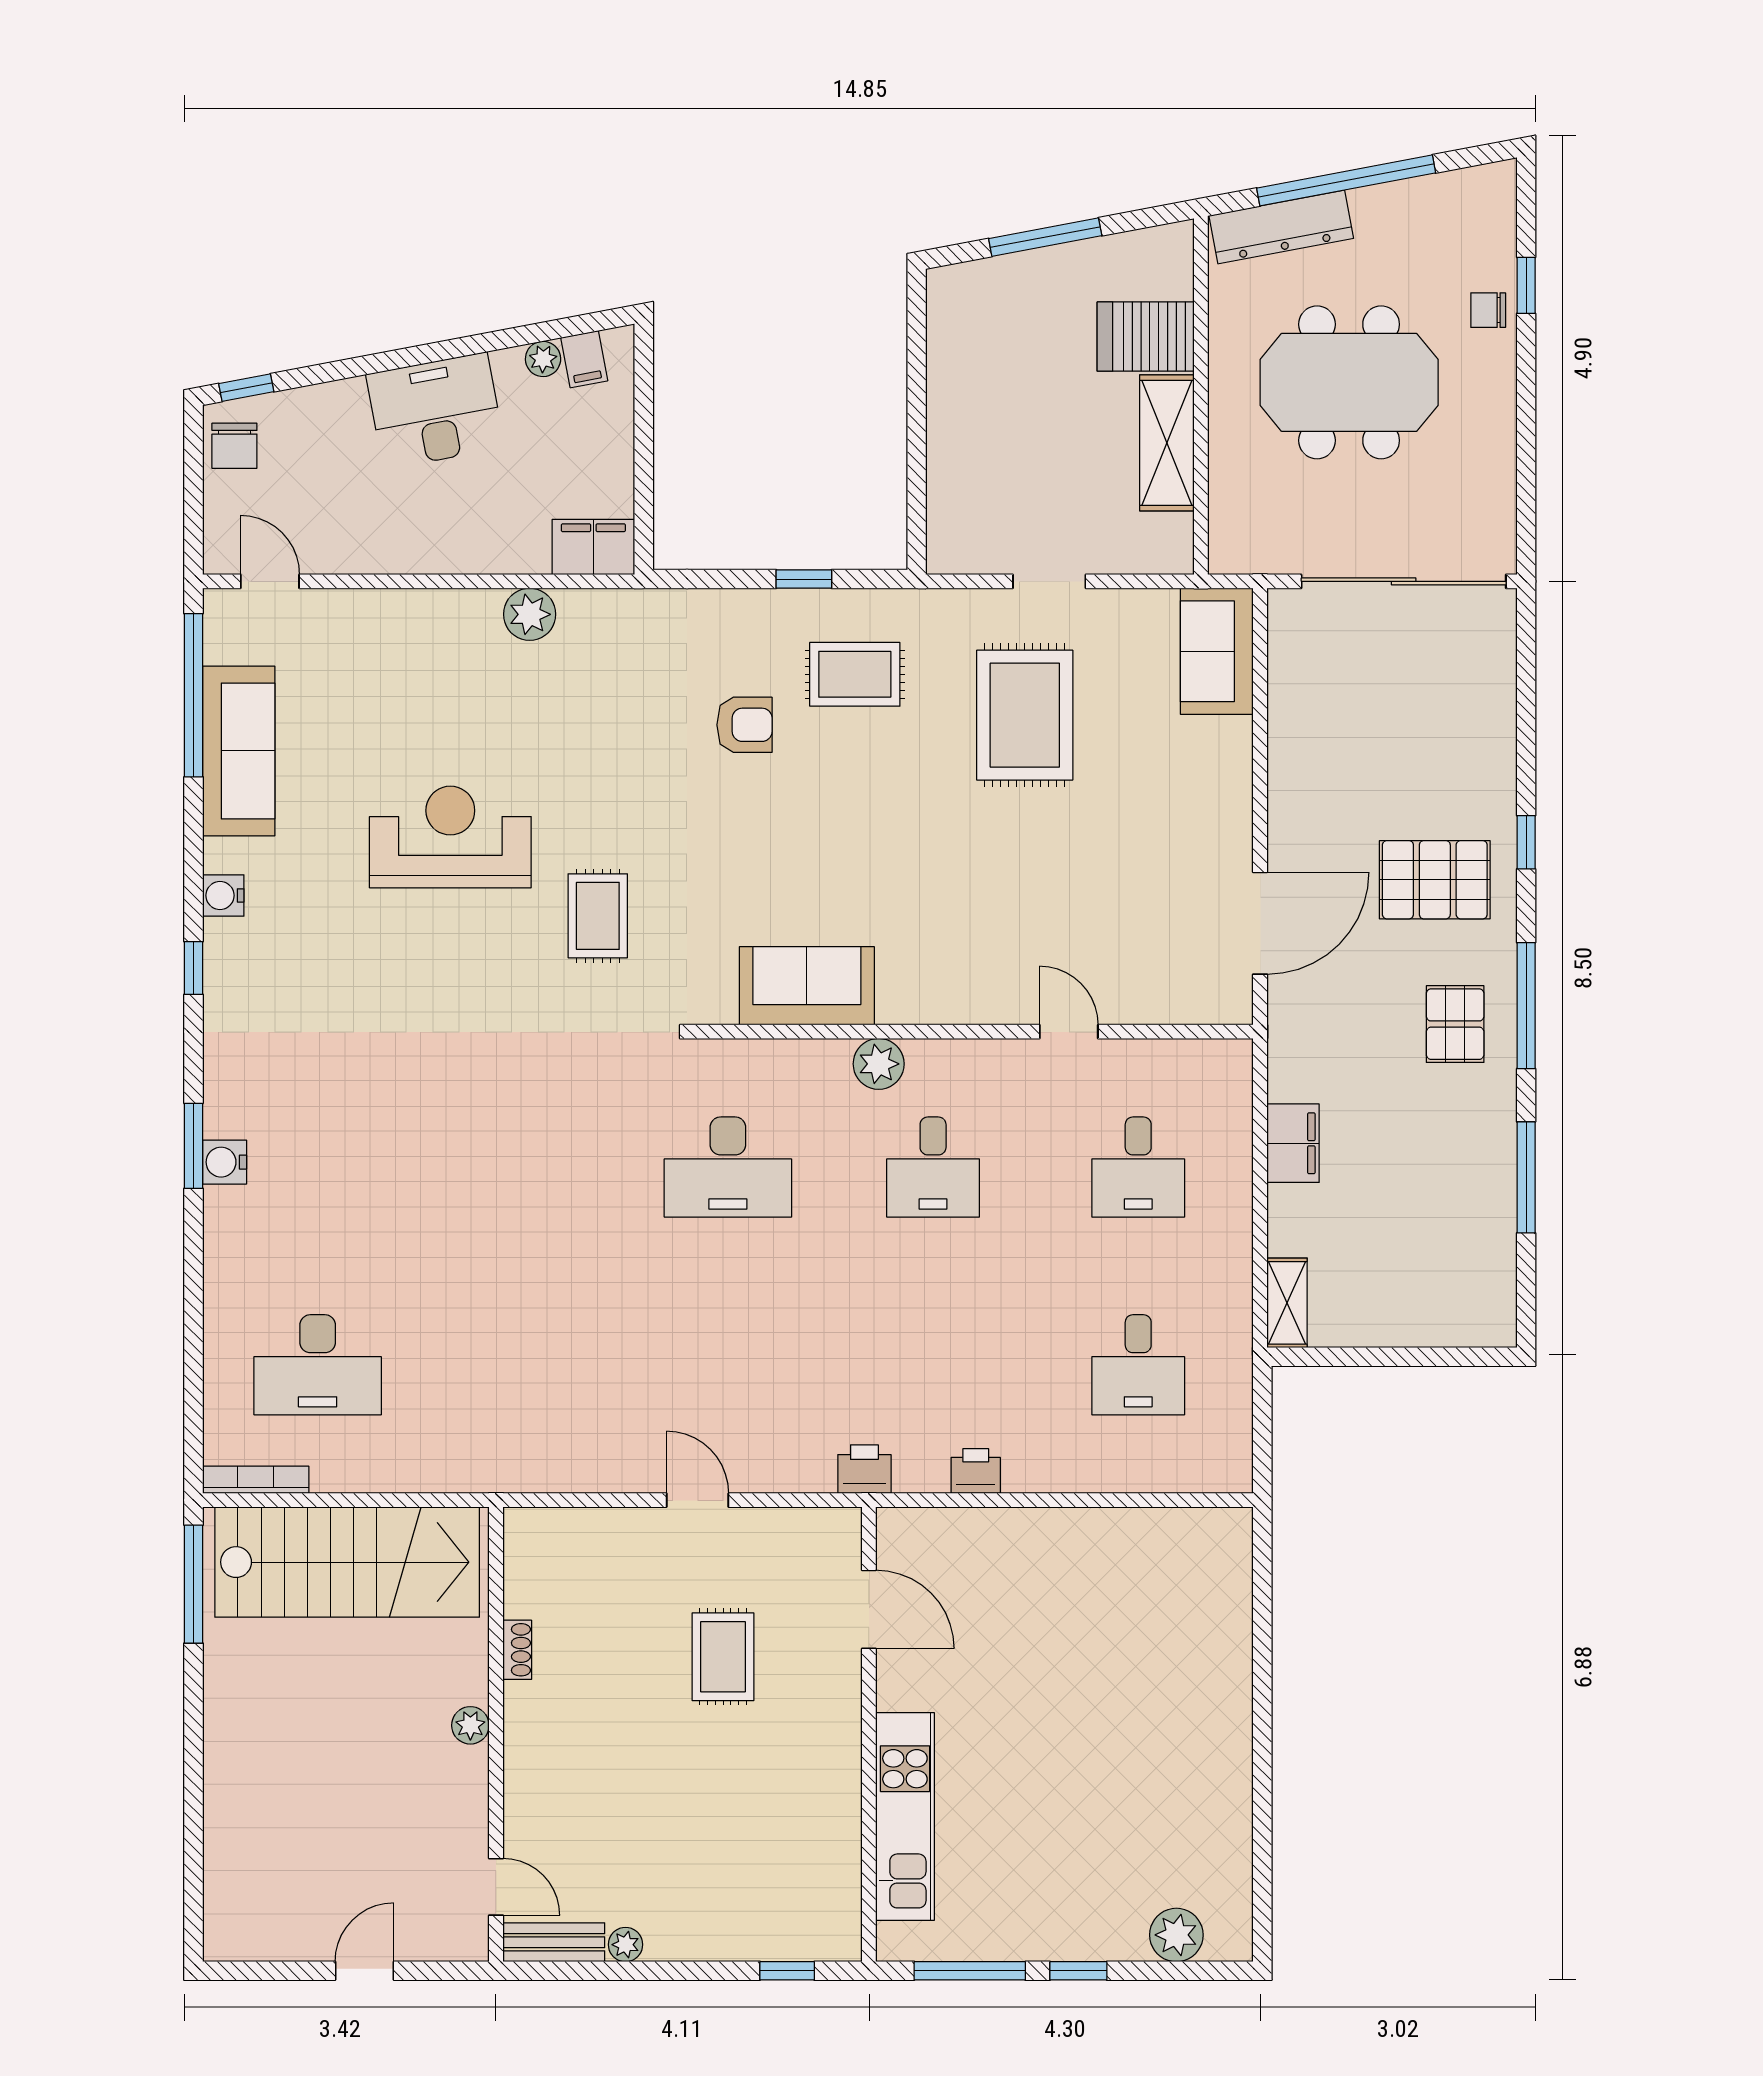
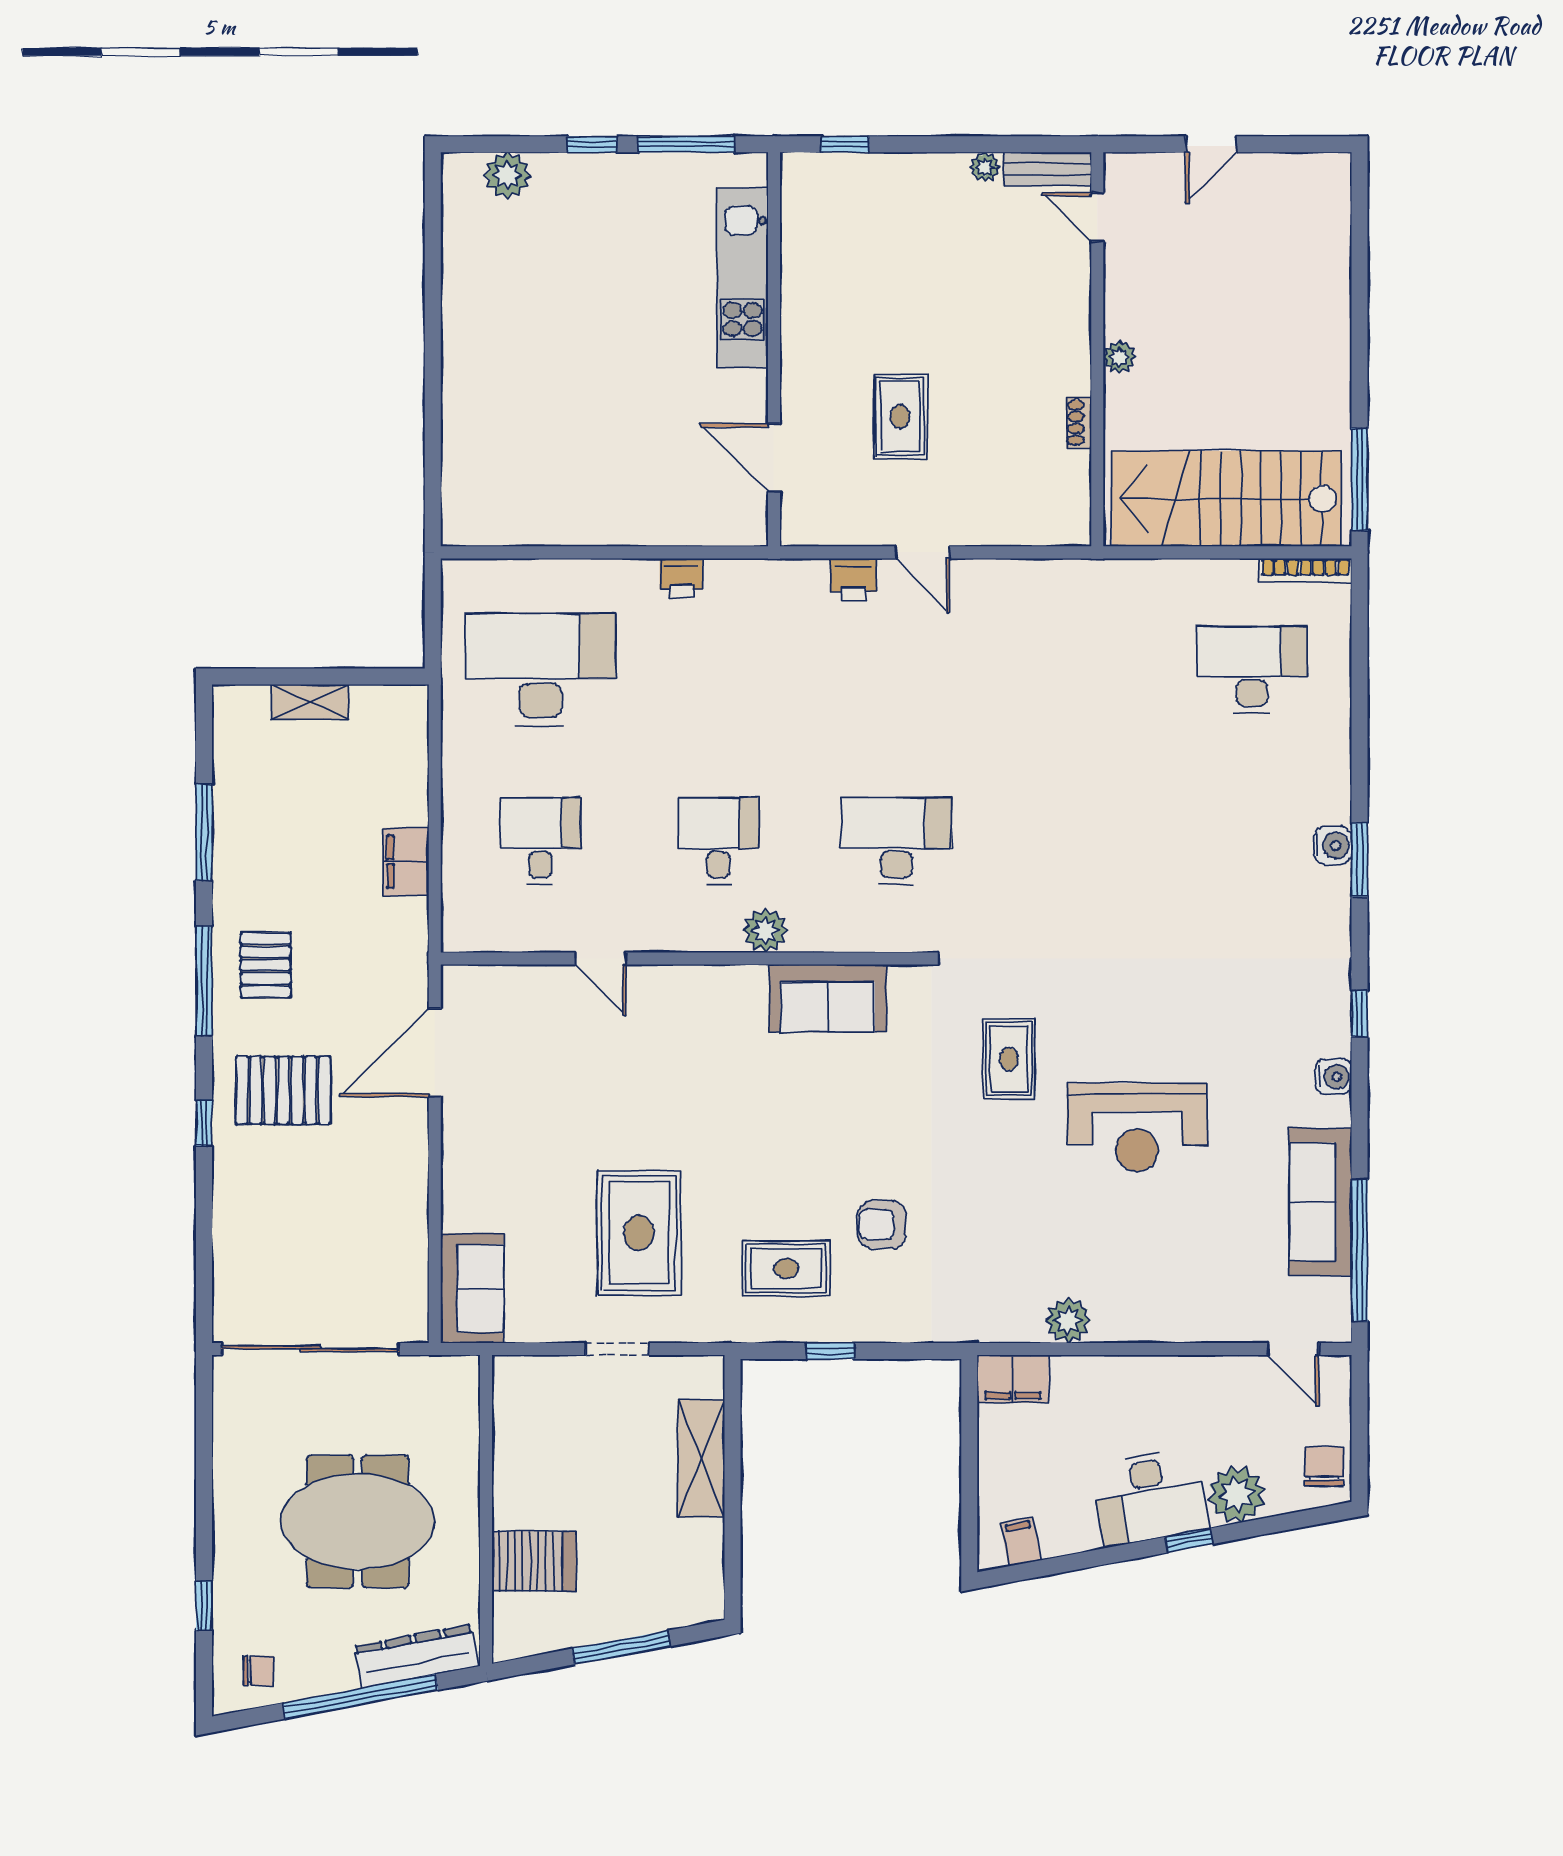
chair: (1488, 310) -> (258, 1671), moved
plant: (543, 359) -> (1236, 1494), moved, width x1.88, depth x1.88
window: (246, 388) -> (1189, 1540), moved
shelving: (1167, 443) -> (701, 1458), moved
shelving: (1287, 1303) -> (310, 702), moved, turned 90
desk: (1138, 1365) -> (540, 670), width x1.87, depth x1.30
printer: (864, 1469) -> (853, 579), moved

